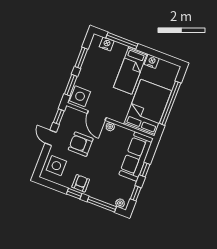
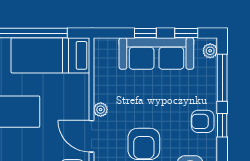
bed: (148, 108) -> (50, 55), width x0.67
door: (97, 115) -> (92, 136), swing flipped
sofa: (136, 156) -> (156, 54), moved

